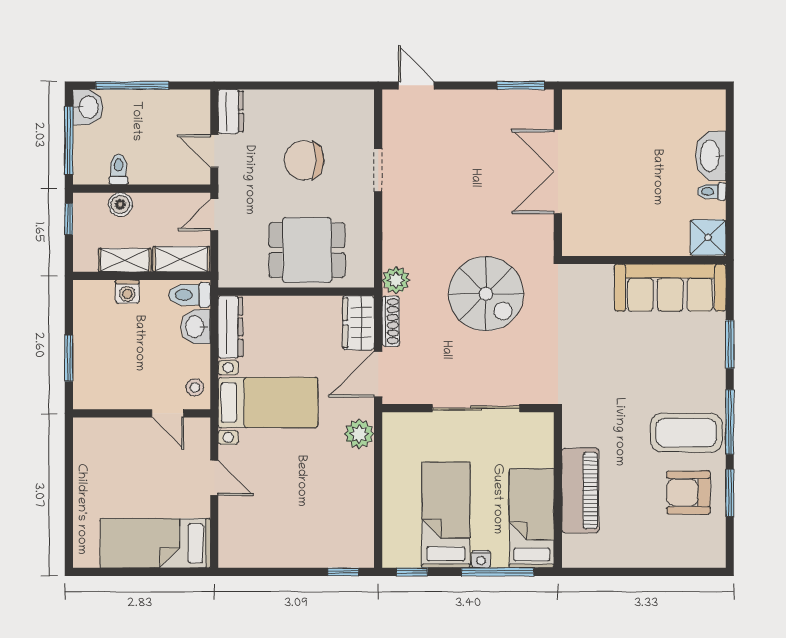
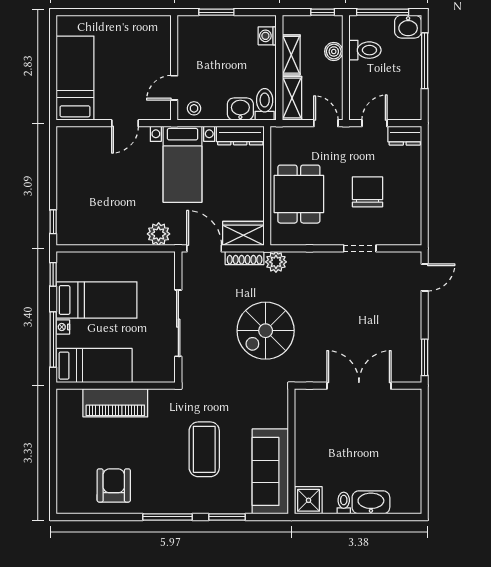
toilet: (119, 169) -> (365, 50), width x1.37, depth x1.39
washing machine: (127, 292) -> (267, 36), moved
coffee table: (686, 433) -> (204, 449), moved
window: (730, 493) -> (113, 517), removed

